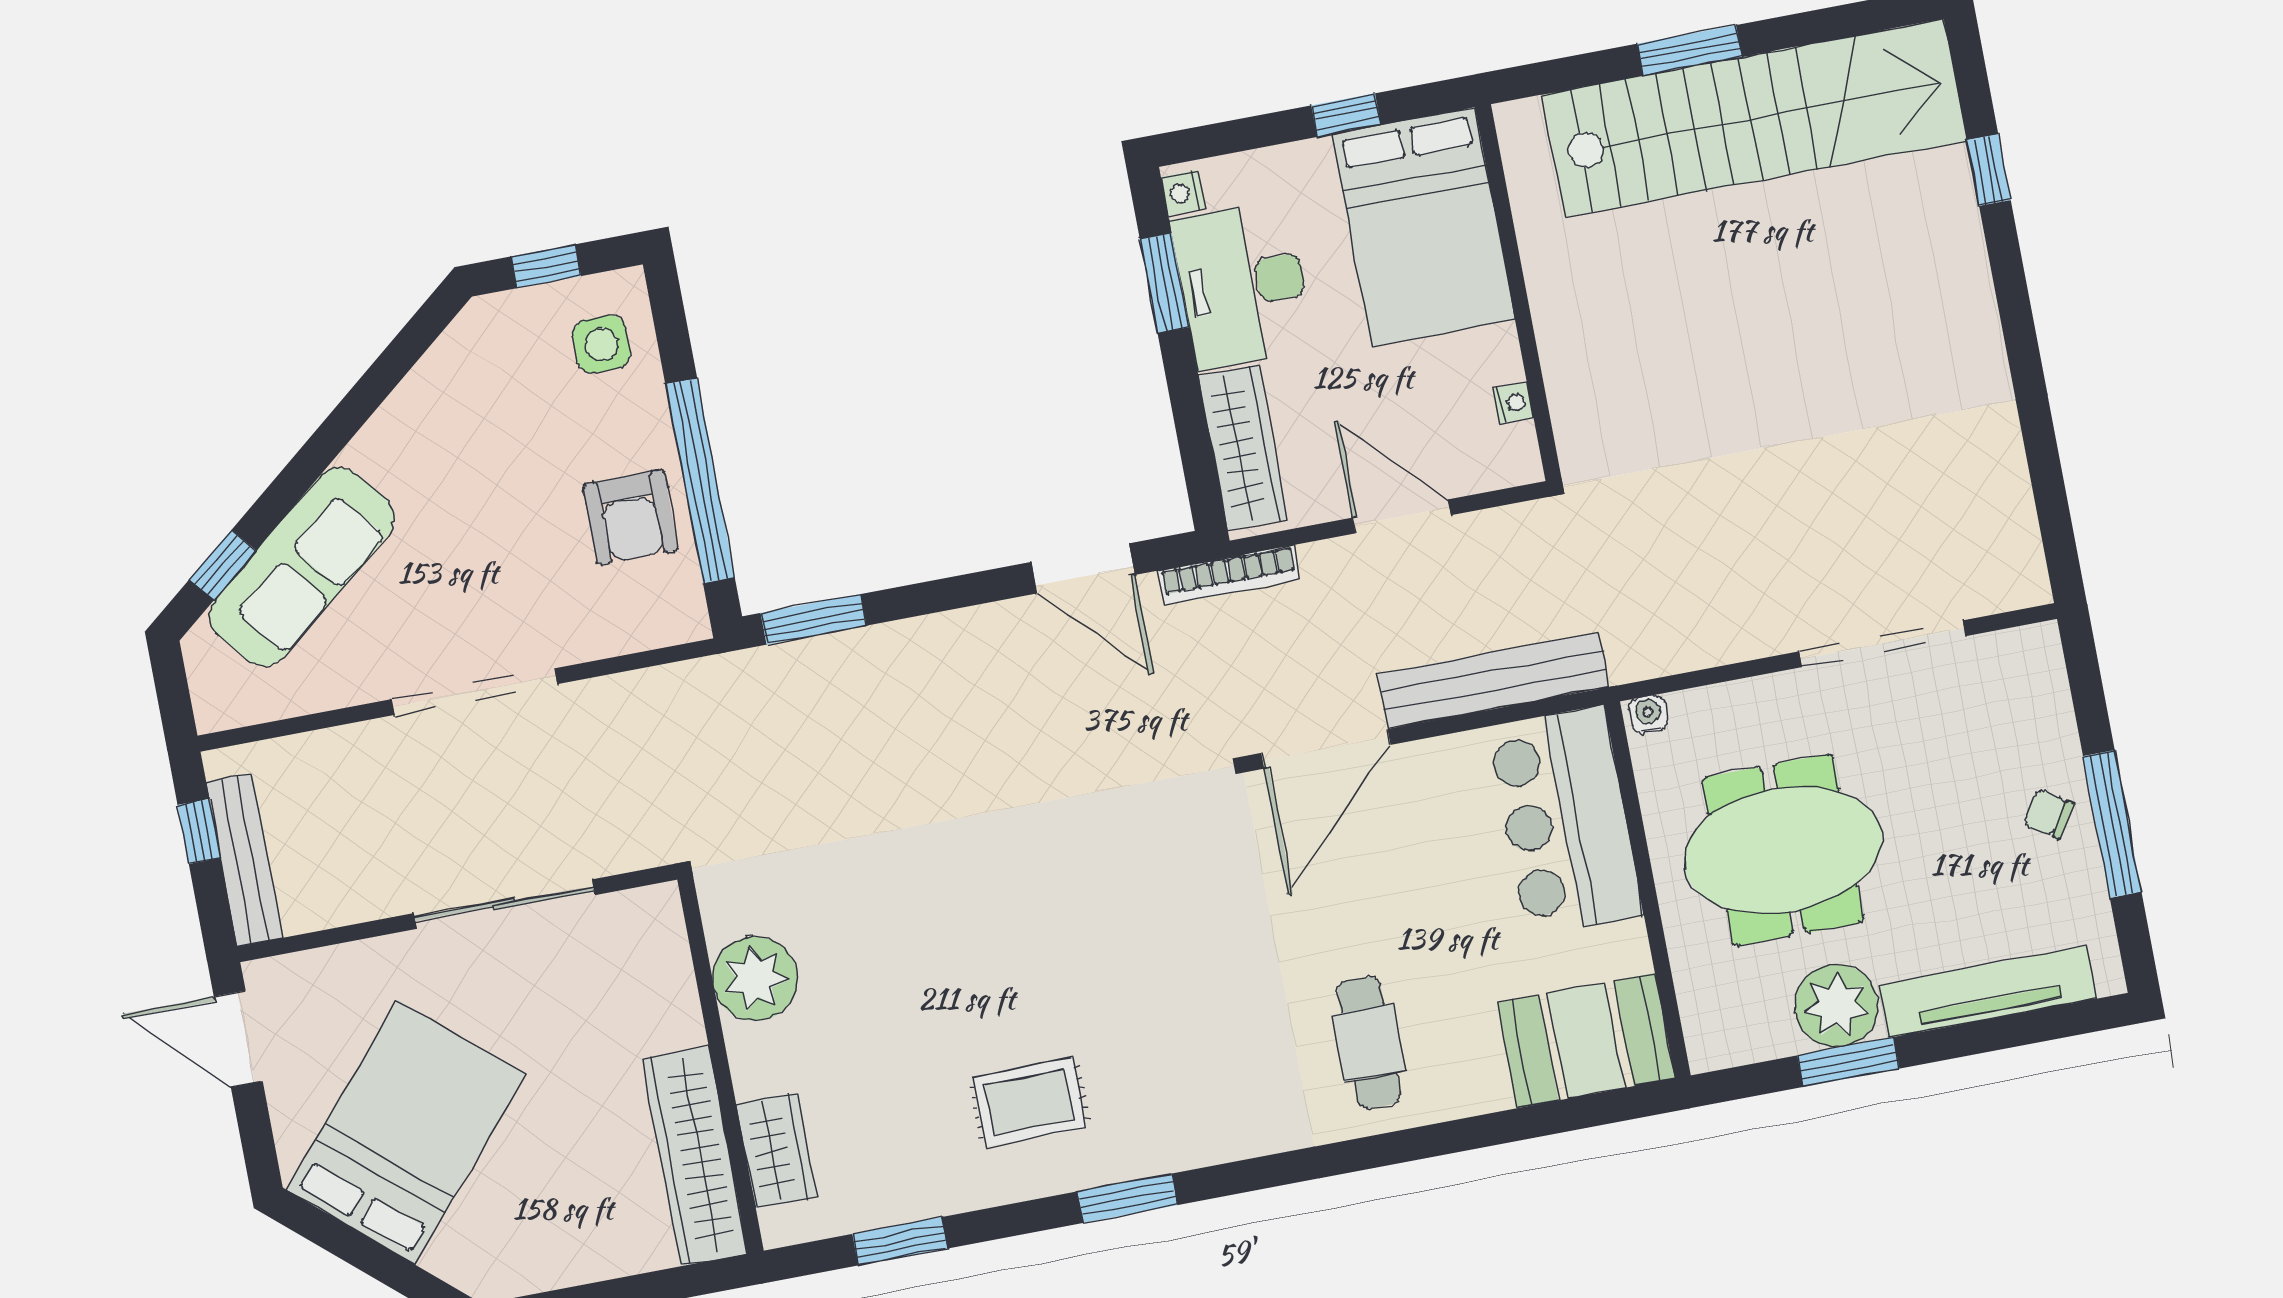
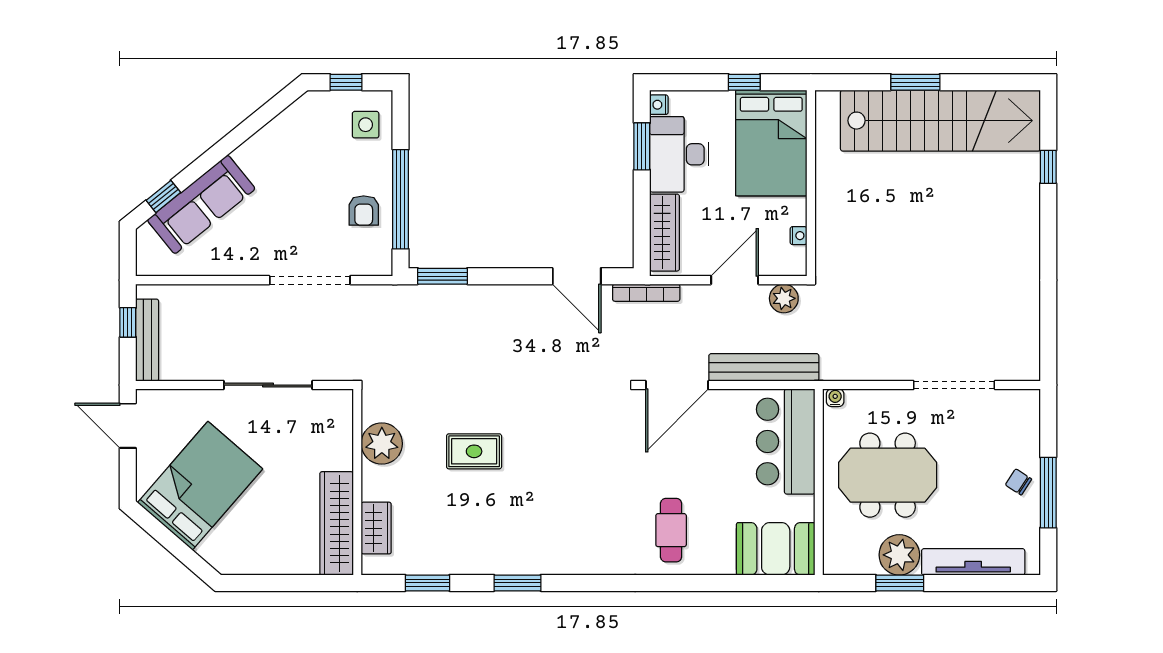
door: (1402, 516) -> (735, 280), hinge flipped
armchair: (630, 517) -> (364, 211), width x0.72, depth x0.72
plant: (1507, 535) -> (784, 298), added
doorway: (475, 692) -> (310, 280), moved
rug: (1029, 1102) -> (474, 451), moved
window: (1127, 1198) -> (517, 583), moved

